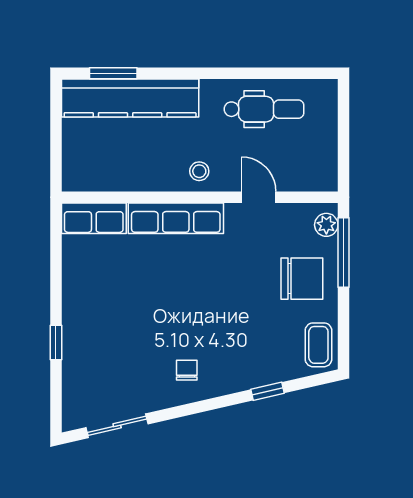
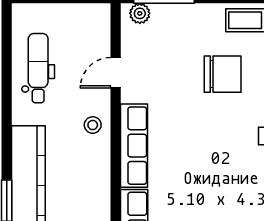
chair: (302, 279) -> (223, 74), moved, turned 90

